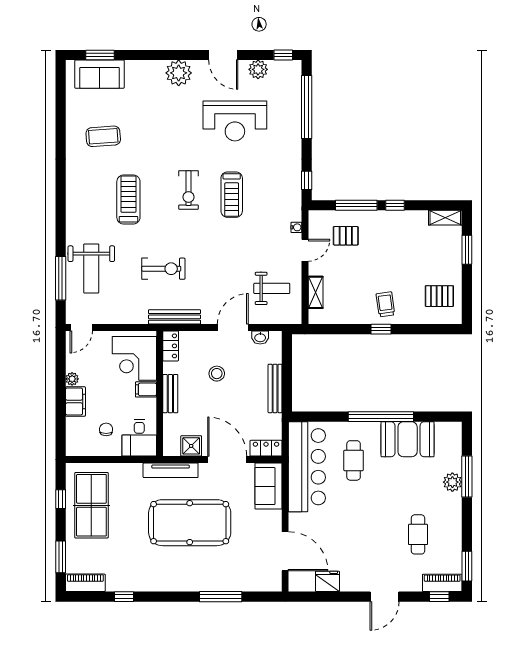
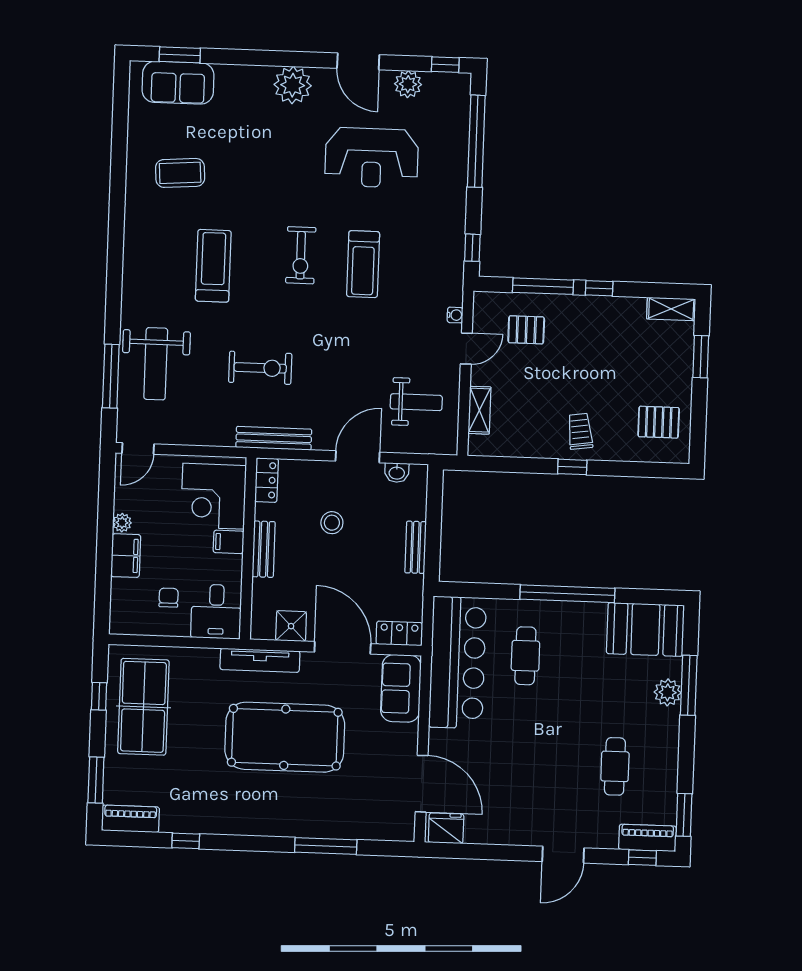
bench: (275, 388) -> (416, 547), width x0.73
booth: (408, 439) -> (645, 629), moved
fridge: (327, 581) -> (446, 828), moved

